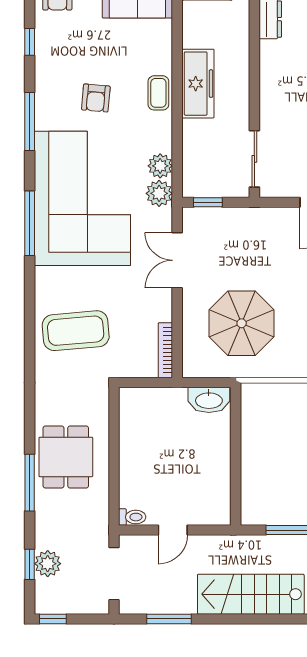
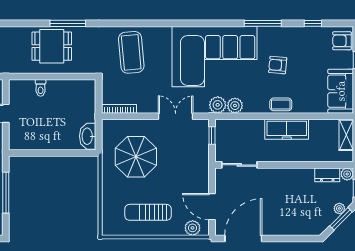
window: (30, 223) -> (199, 23), removed
window: (30, 483) -> (68, 23), moved
toilet: (132, 517) -> (41, 88), moved

